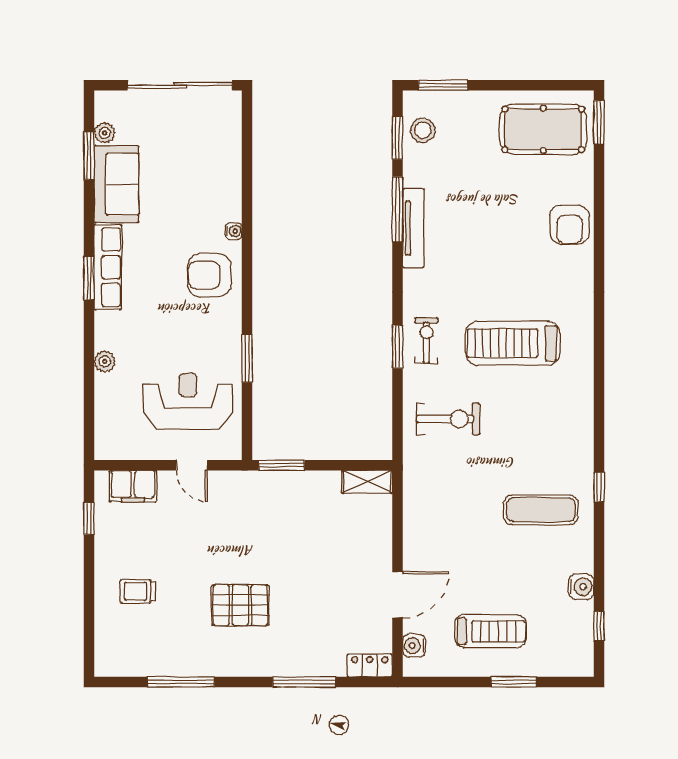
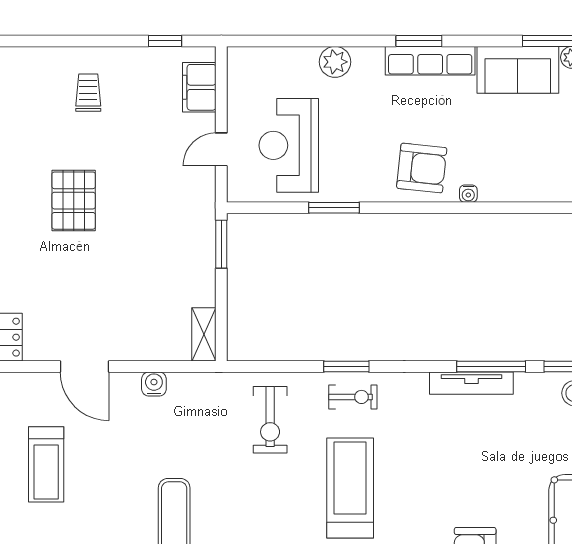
armchair: (209, 275) -> (422, 168), turned 96
plant: (105, 361) -> (335, 62), width x1.38, depth x1.38
reception desk: (188, 401) -> (289, 145), turned 180
water cooler: (414, 646) -> (154, 384), moved

